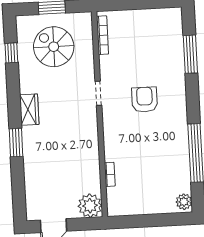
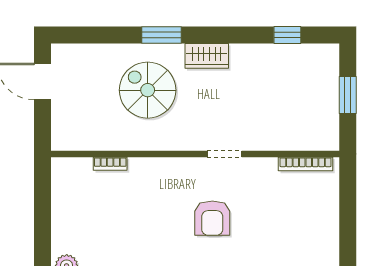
spiral stairs: (54, 47) -> (148, 90), moved, turned -90
armchair: (145, 100) -> (212, 218), turned 90
plant: (90, 206) -> (68, 134), removed

